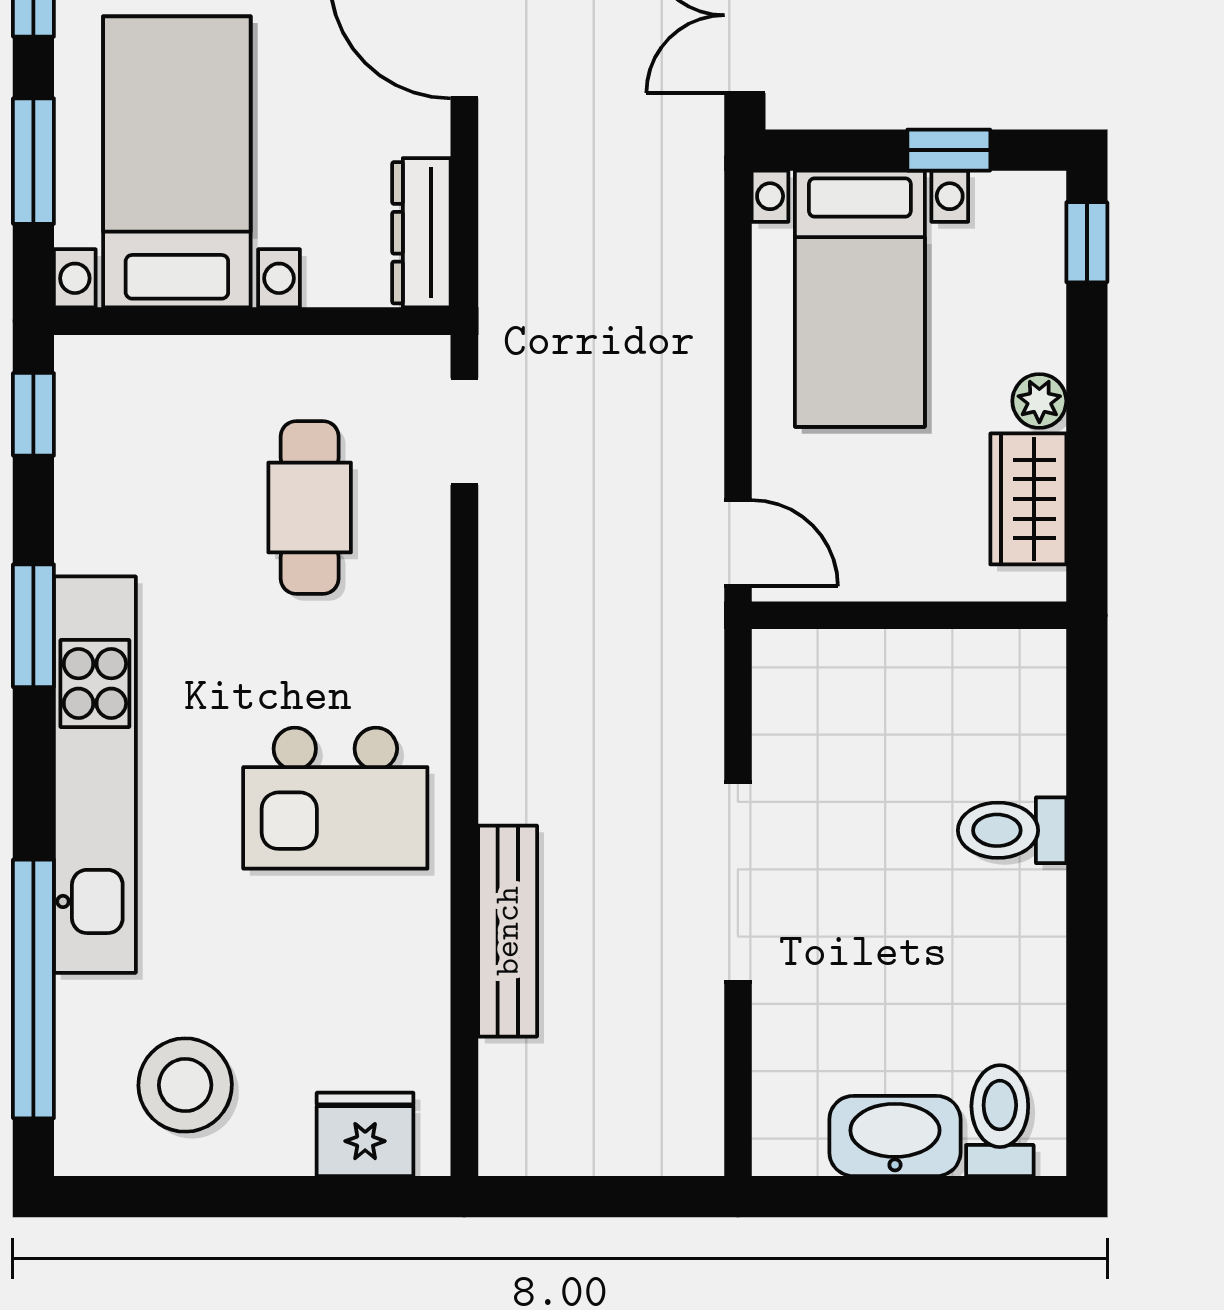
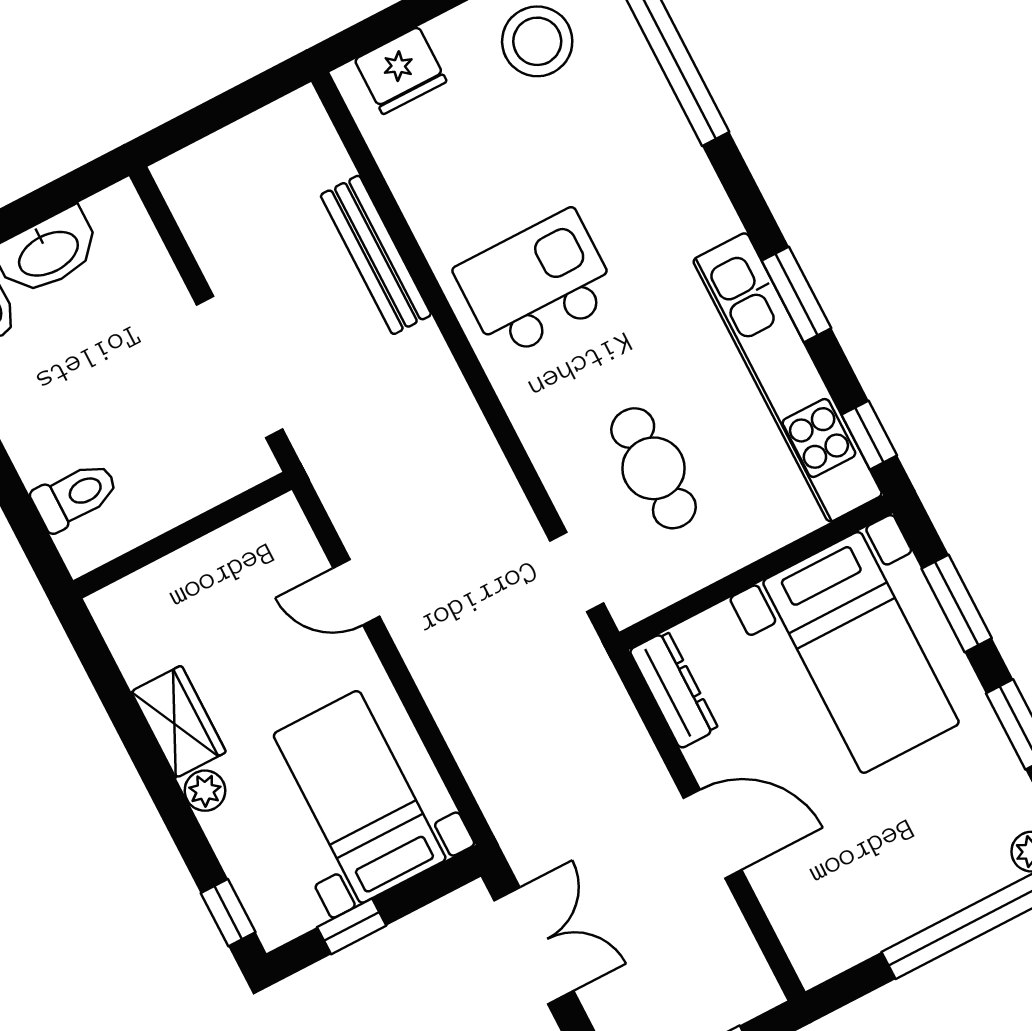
wall: (909, 615) -> (182, 535), moved
kitchen unit: (95, 775) -> (788, 377), moved

